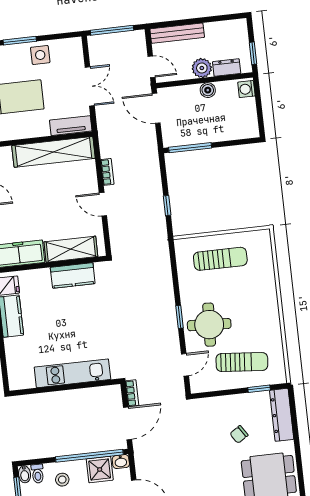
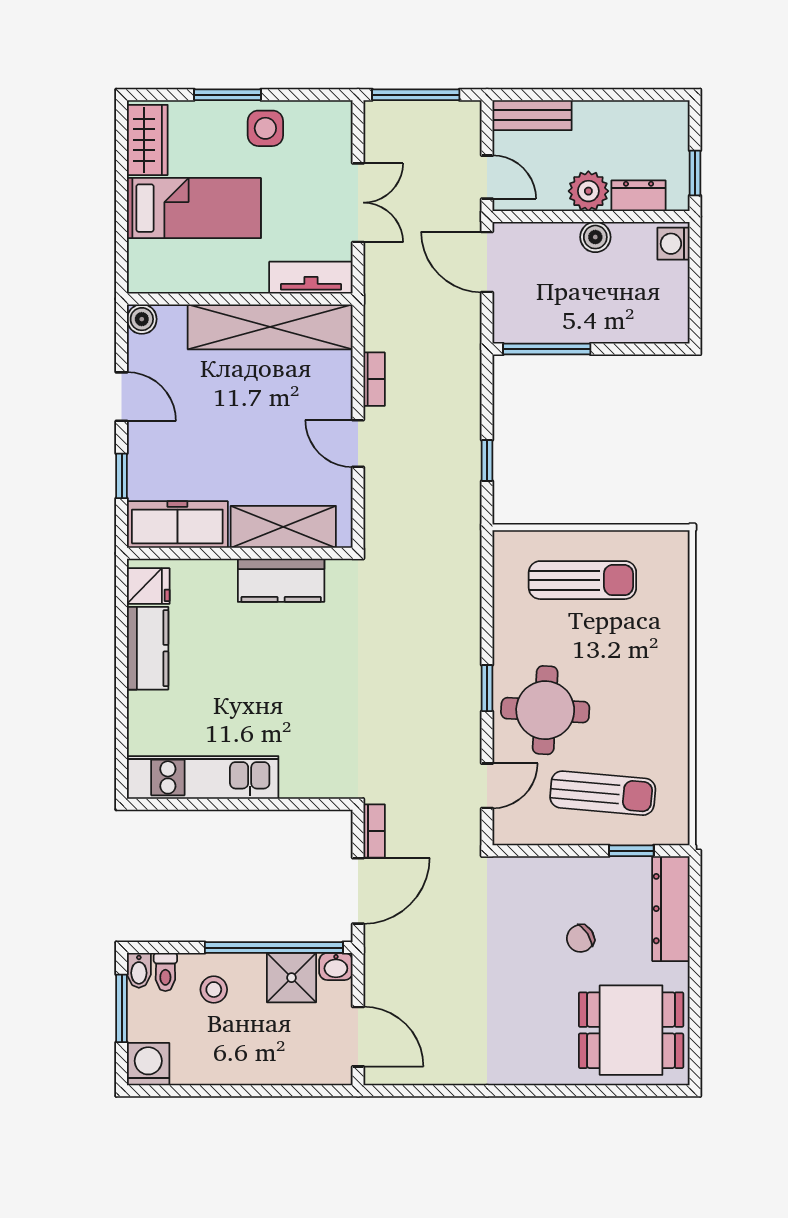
bench: (177, 33) -> (532, 115), width x0.73
kitchen unit: (72, 373) -> (203, 777), moved

